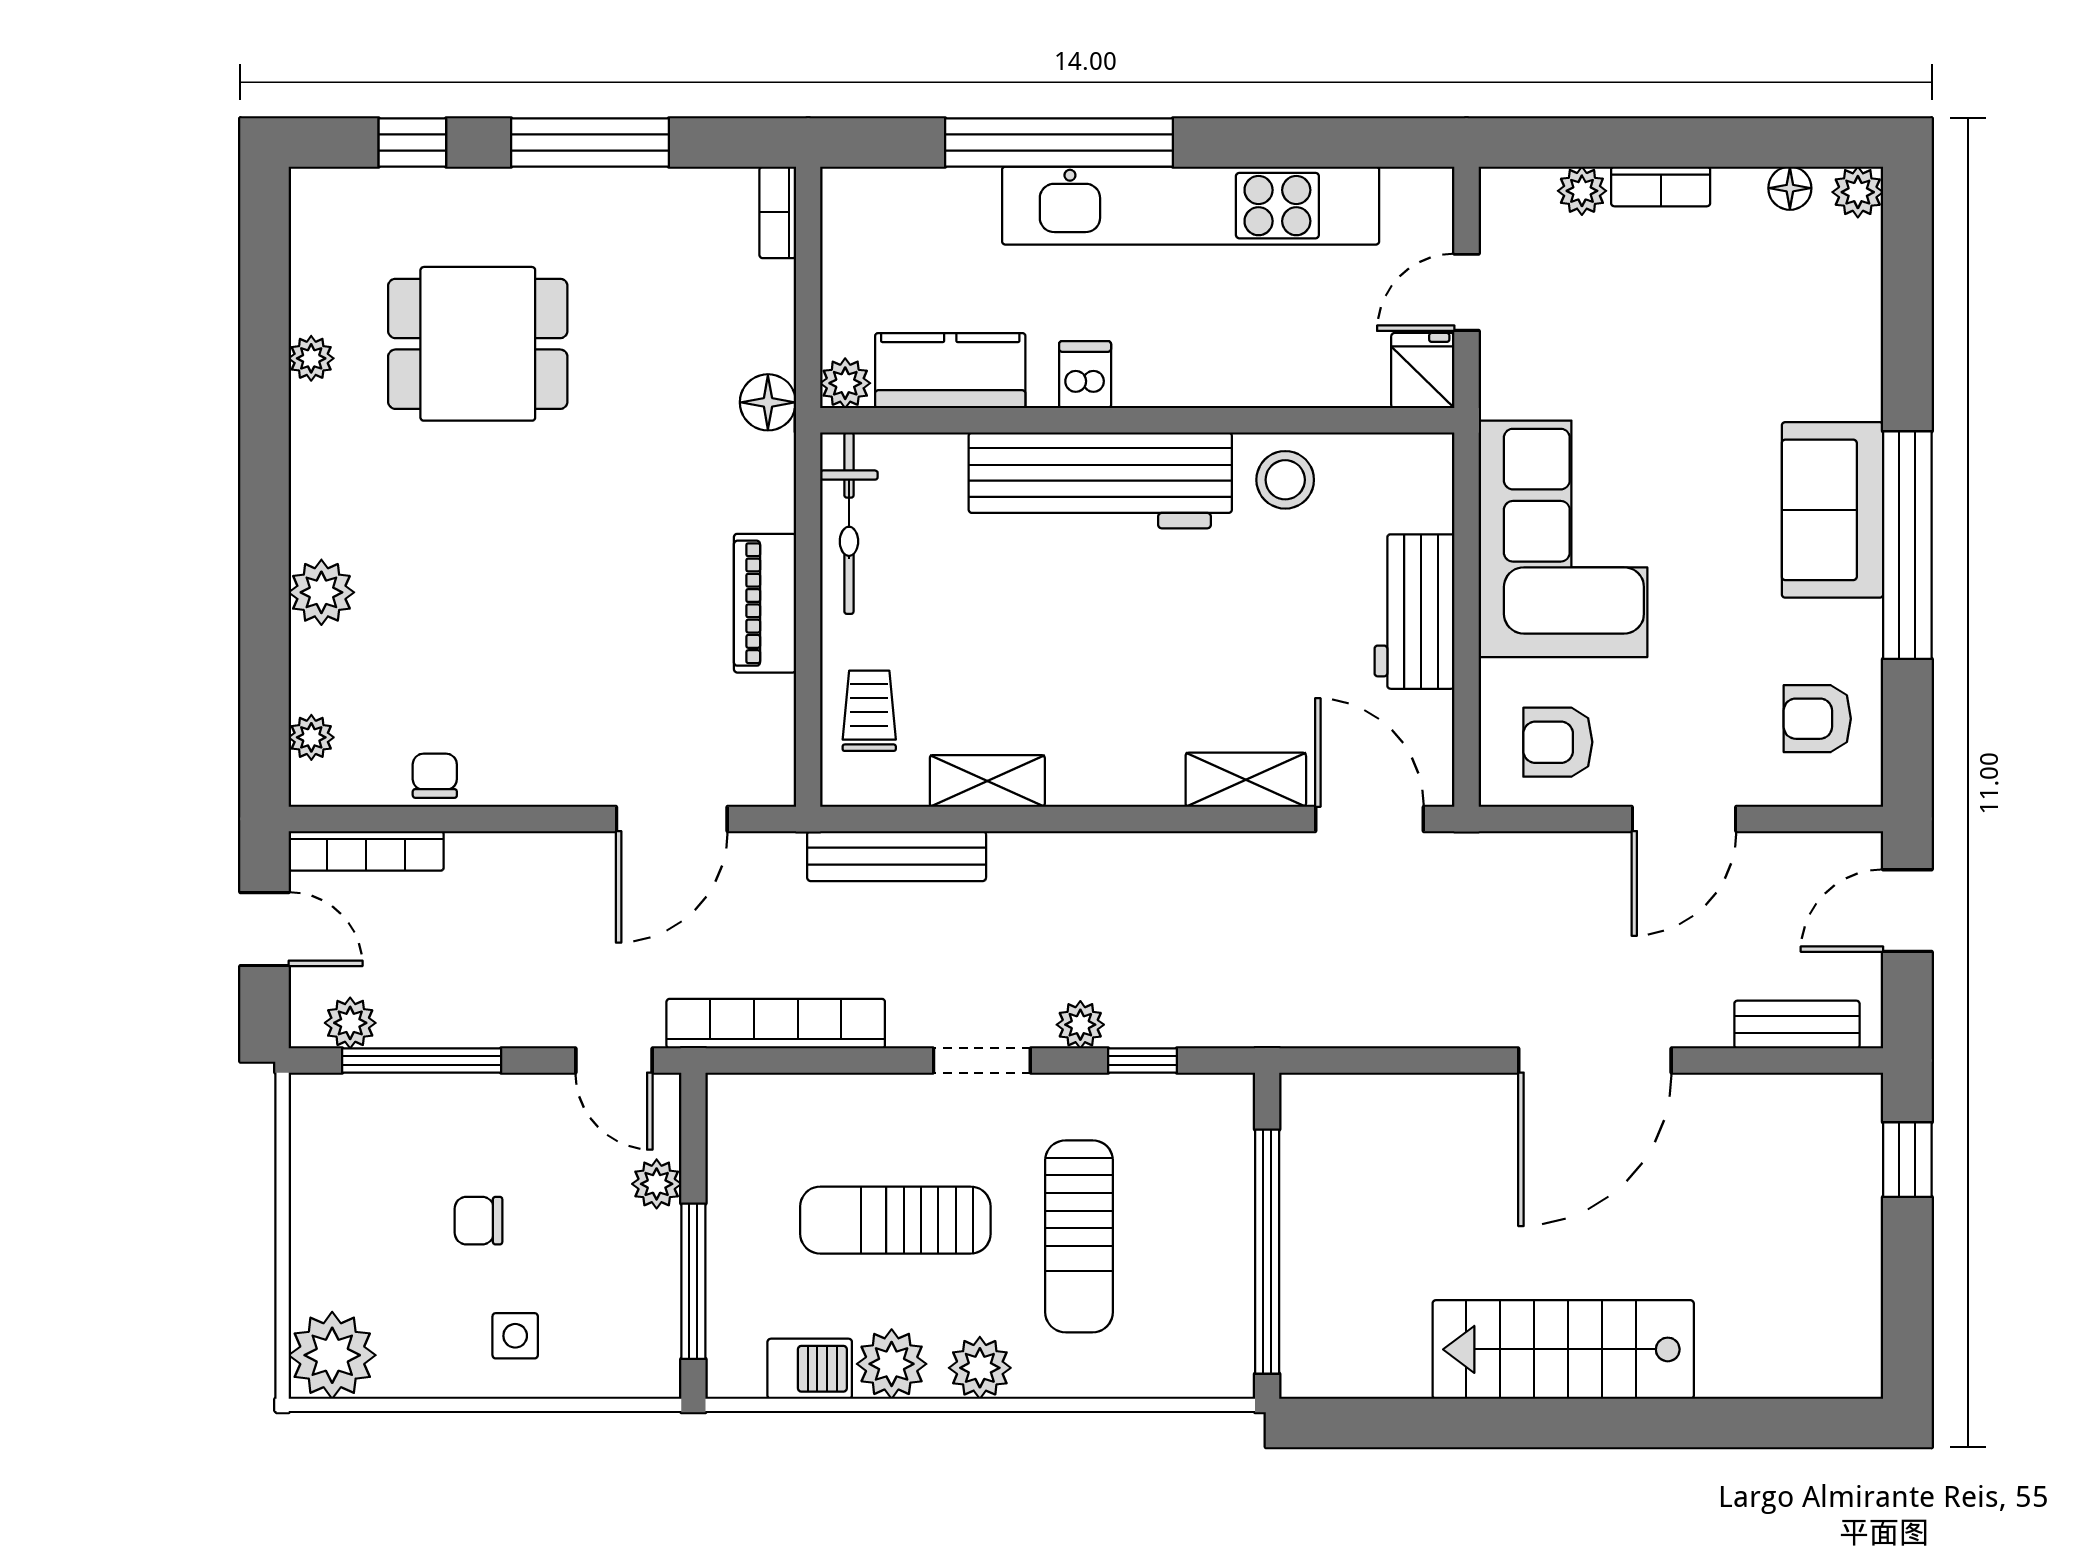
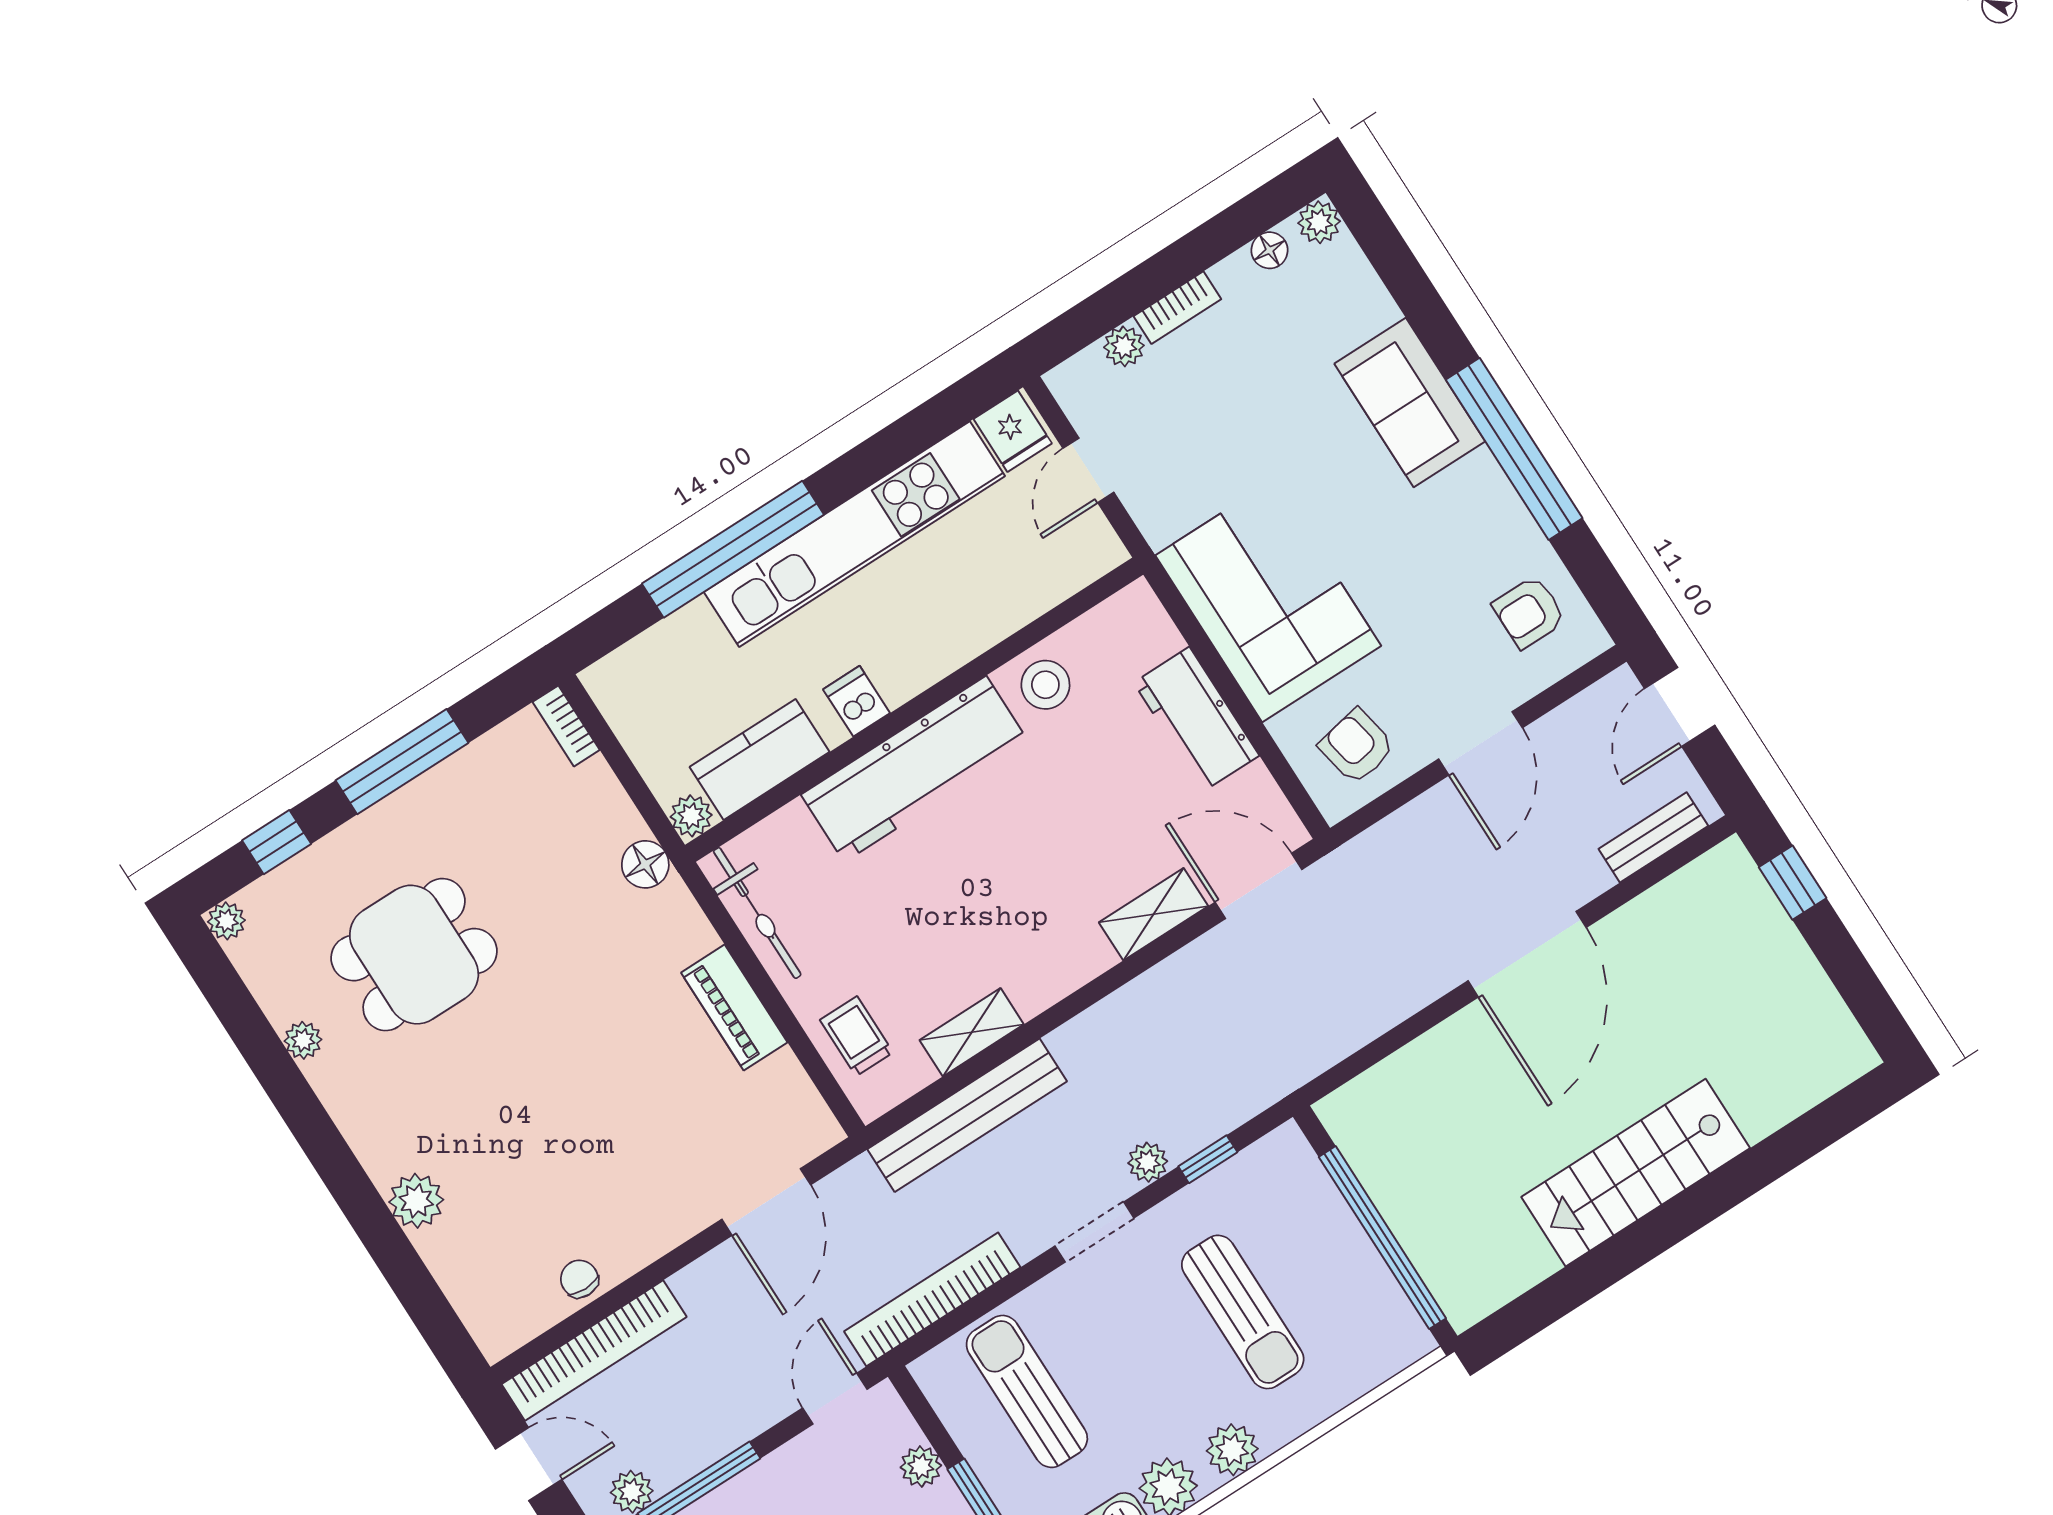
fridge: (1423, 371) -> (1013, 431), moved, turned 180
sofa: (1832, 510) -> (1410, 403), moved
plant: (311, 737) -> (226, 921), moved
armchair: (1558, 742) -> (1357, 746), turned 79
bookcase: (366, 851) -> (594, 1350), width x1.48, depth x1.31
bench: (897, 856) -> (967, 1115), width x1.37, depth x1.21
door: (614, 1061) -> (835, 1399), swing flipped
sun lounger: (895, 1220) -> (1027, 1391), moved, turned 90

